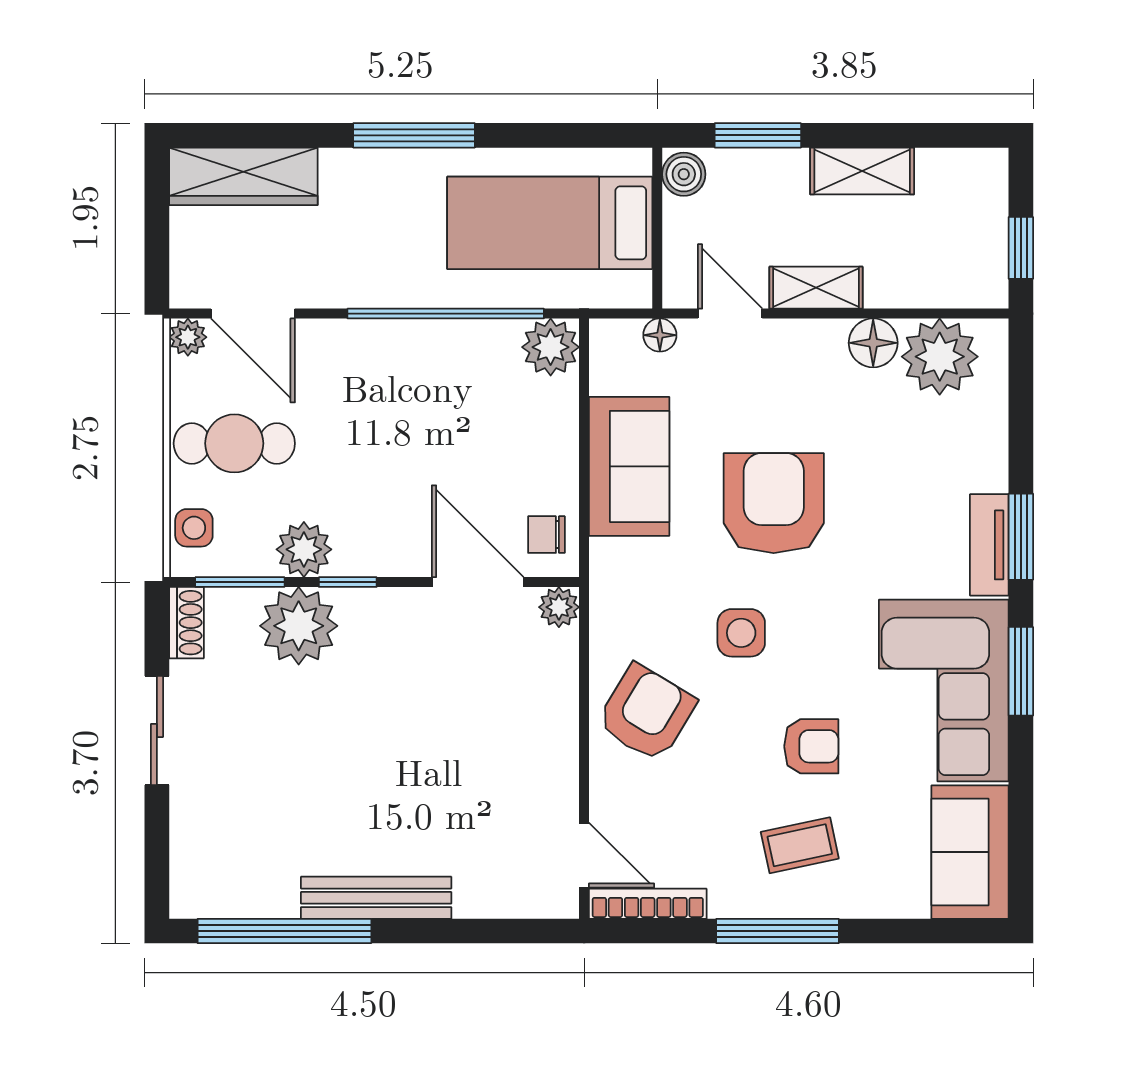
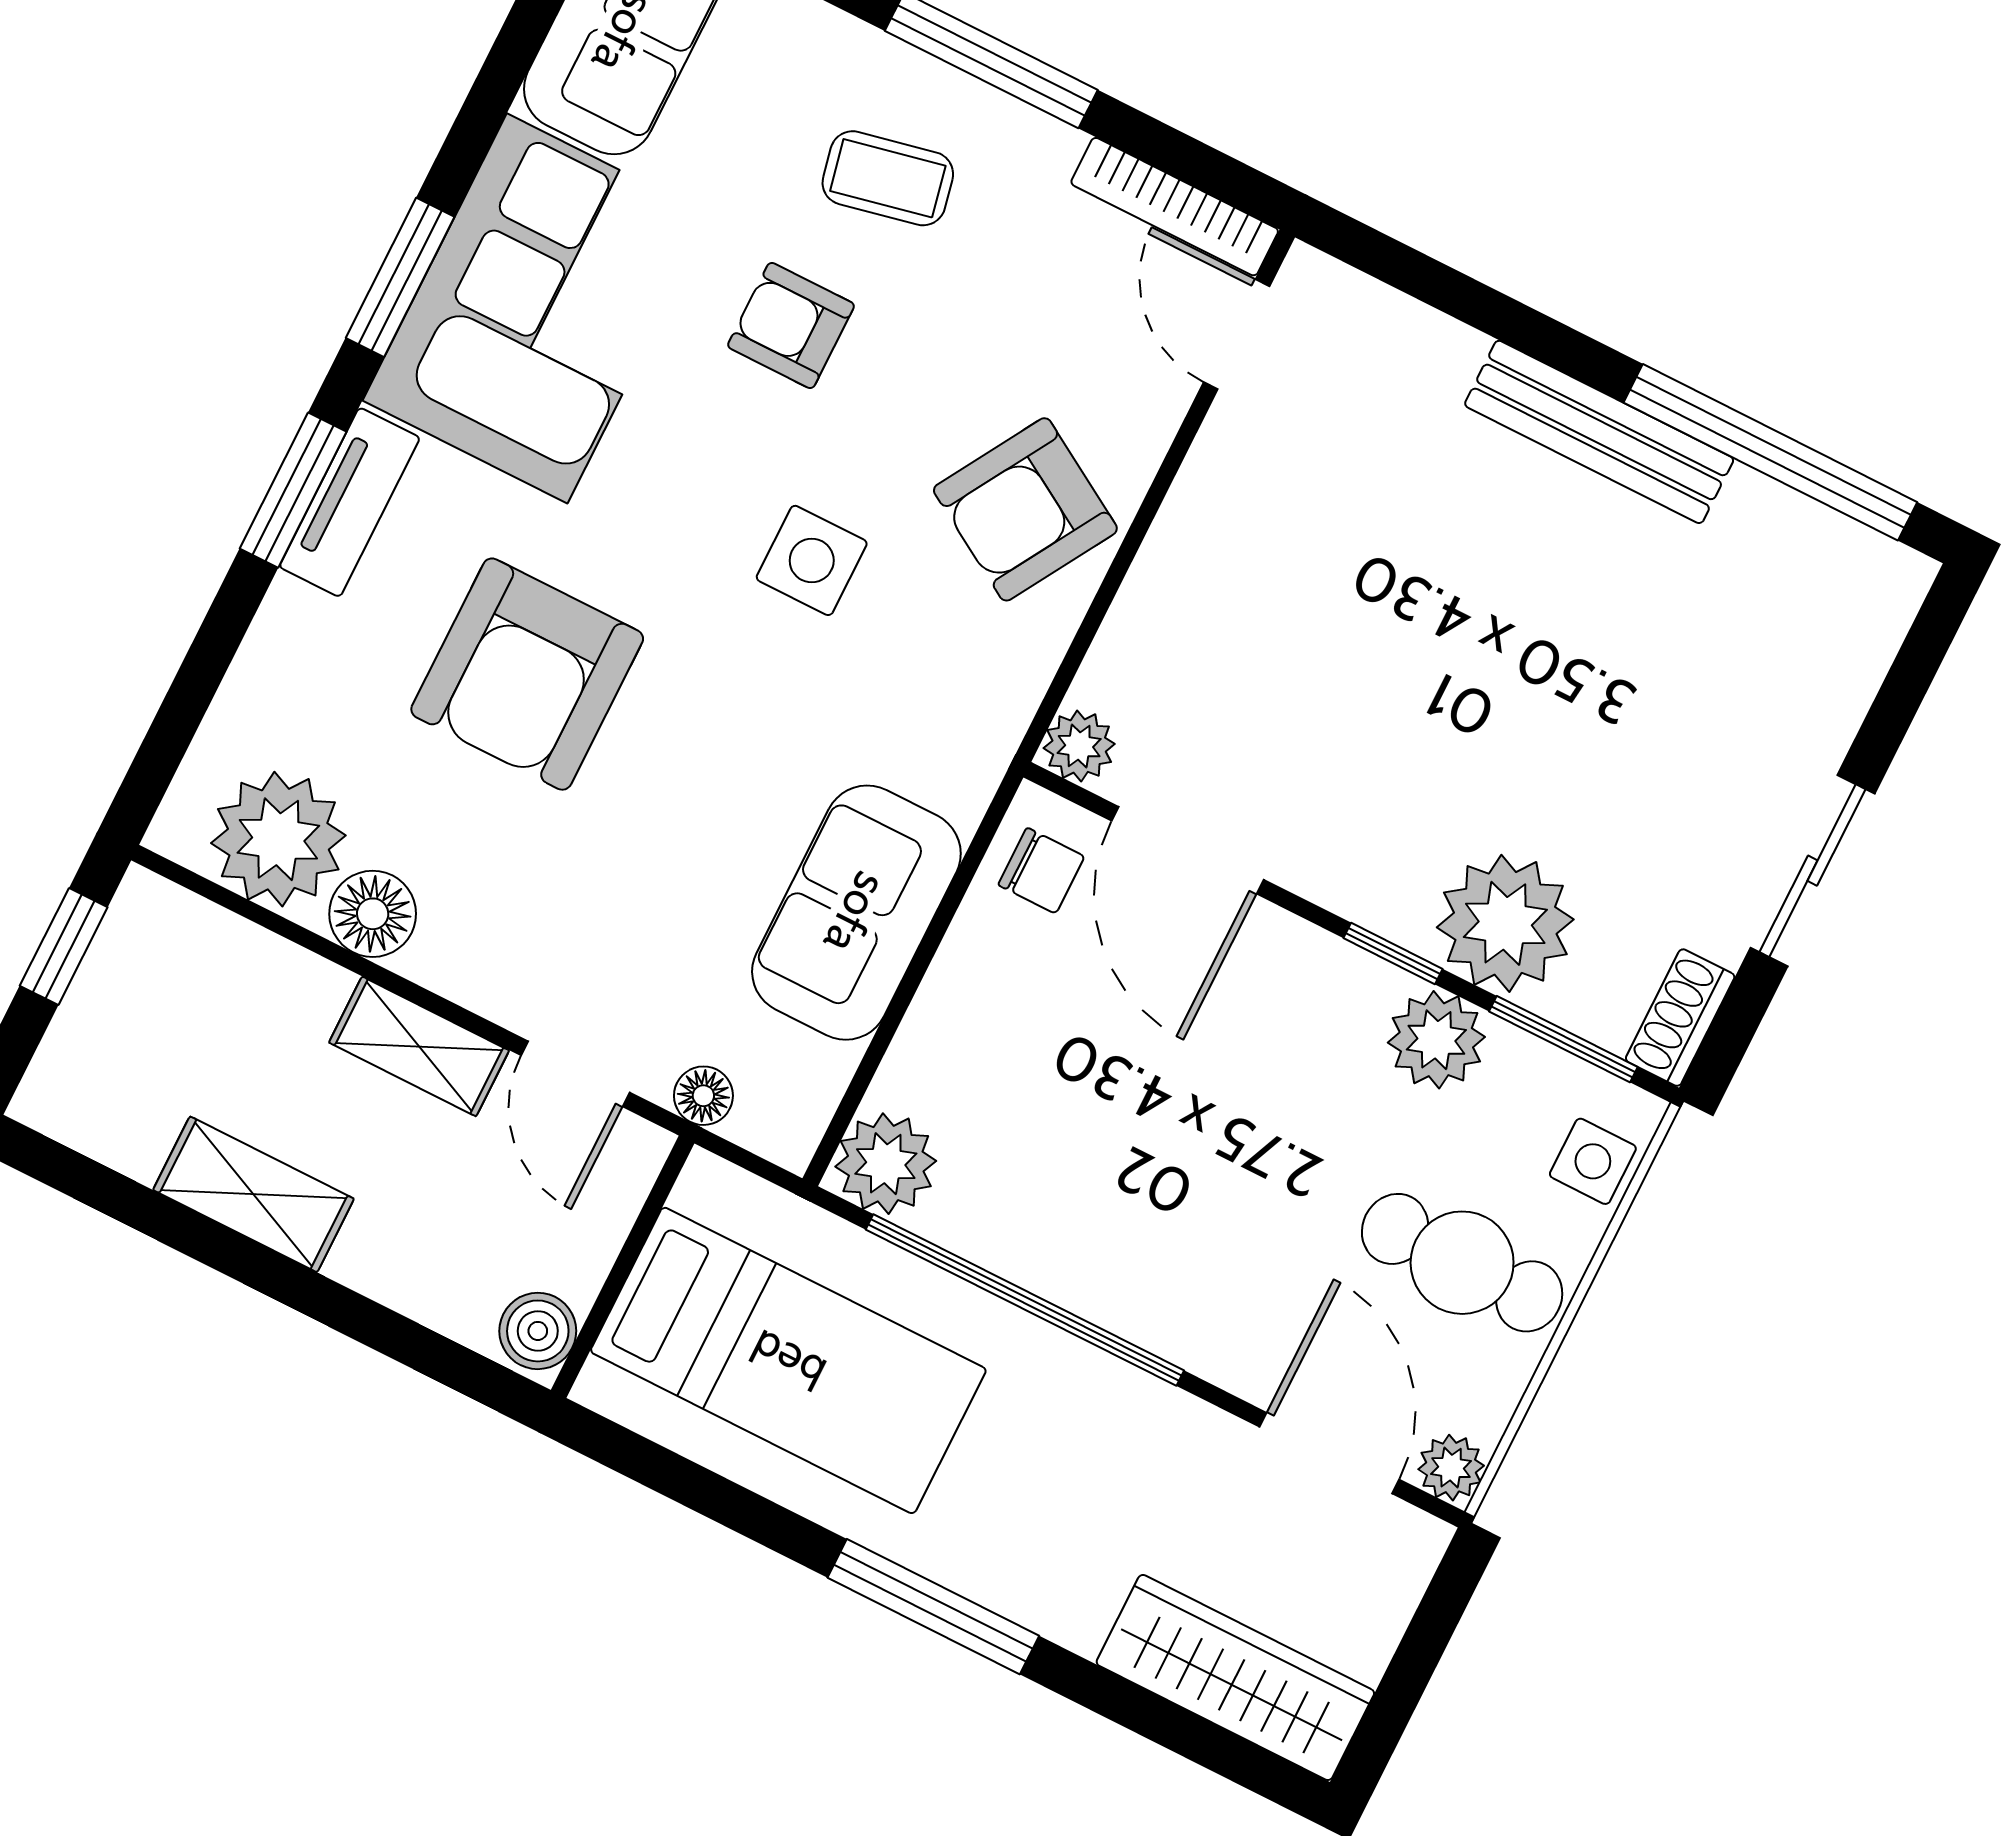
window: (758, 135) -> (390, 1333), removed
armchair: (774, 503) -> (527, 674), moved

